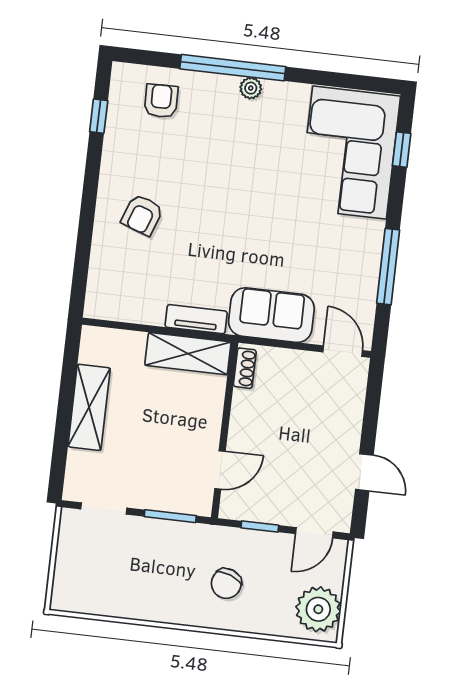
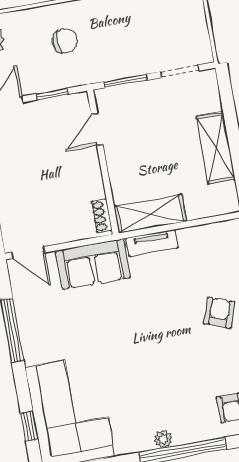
chair: (226, 583) -> (65, 41), turned 69

